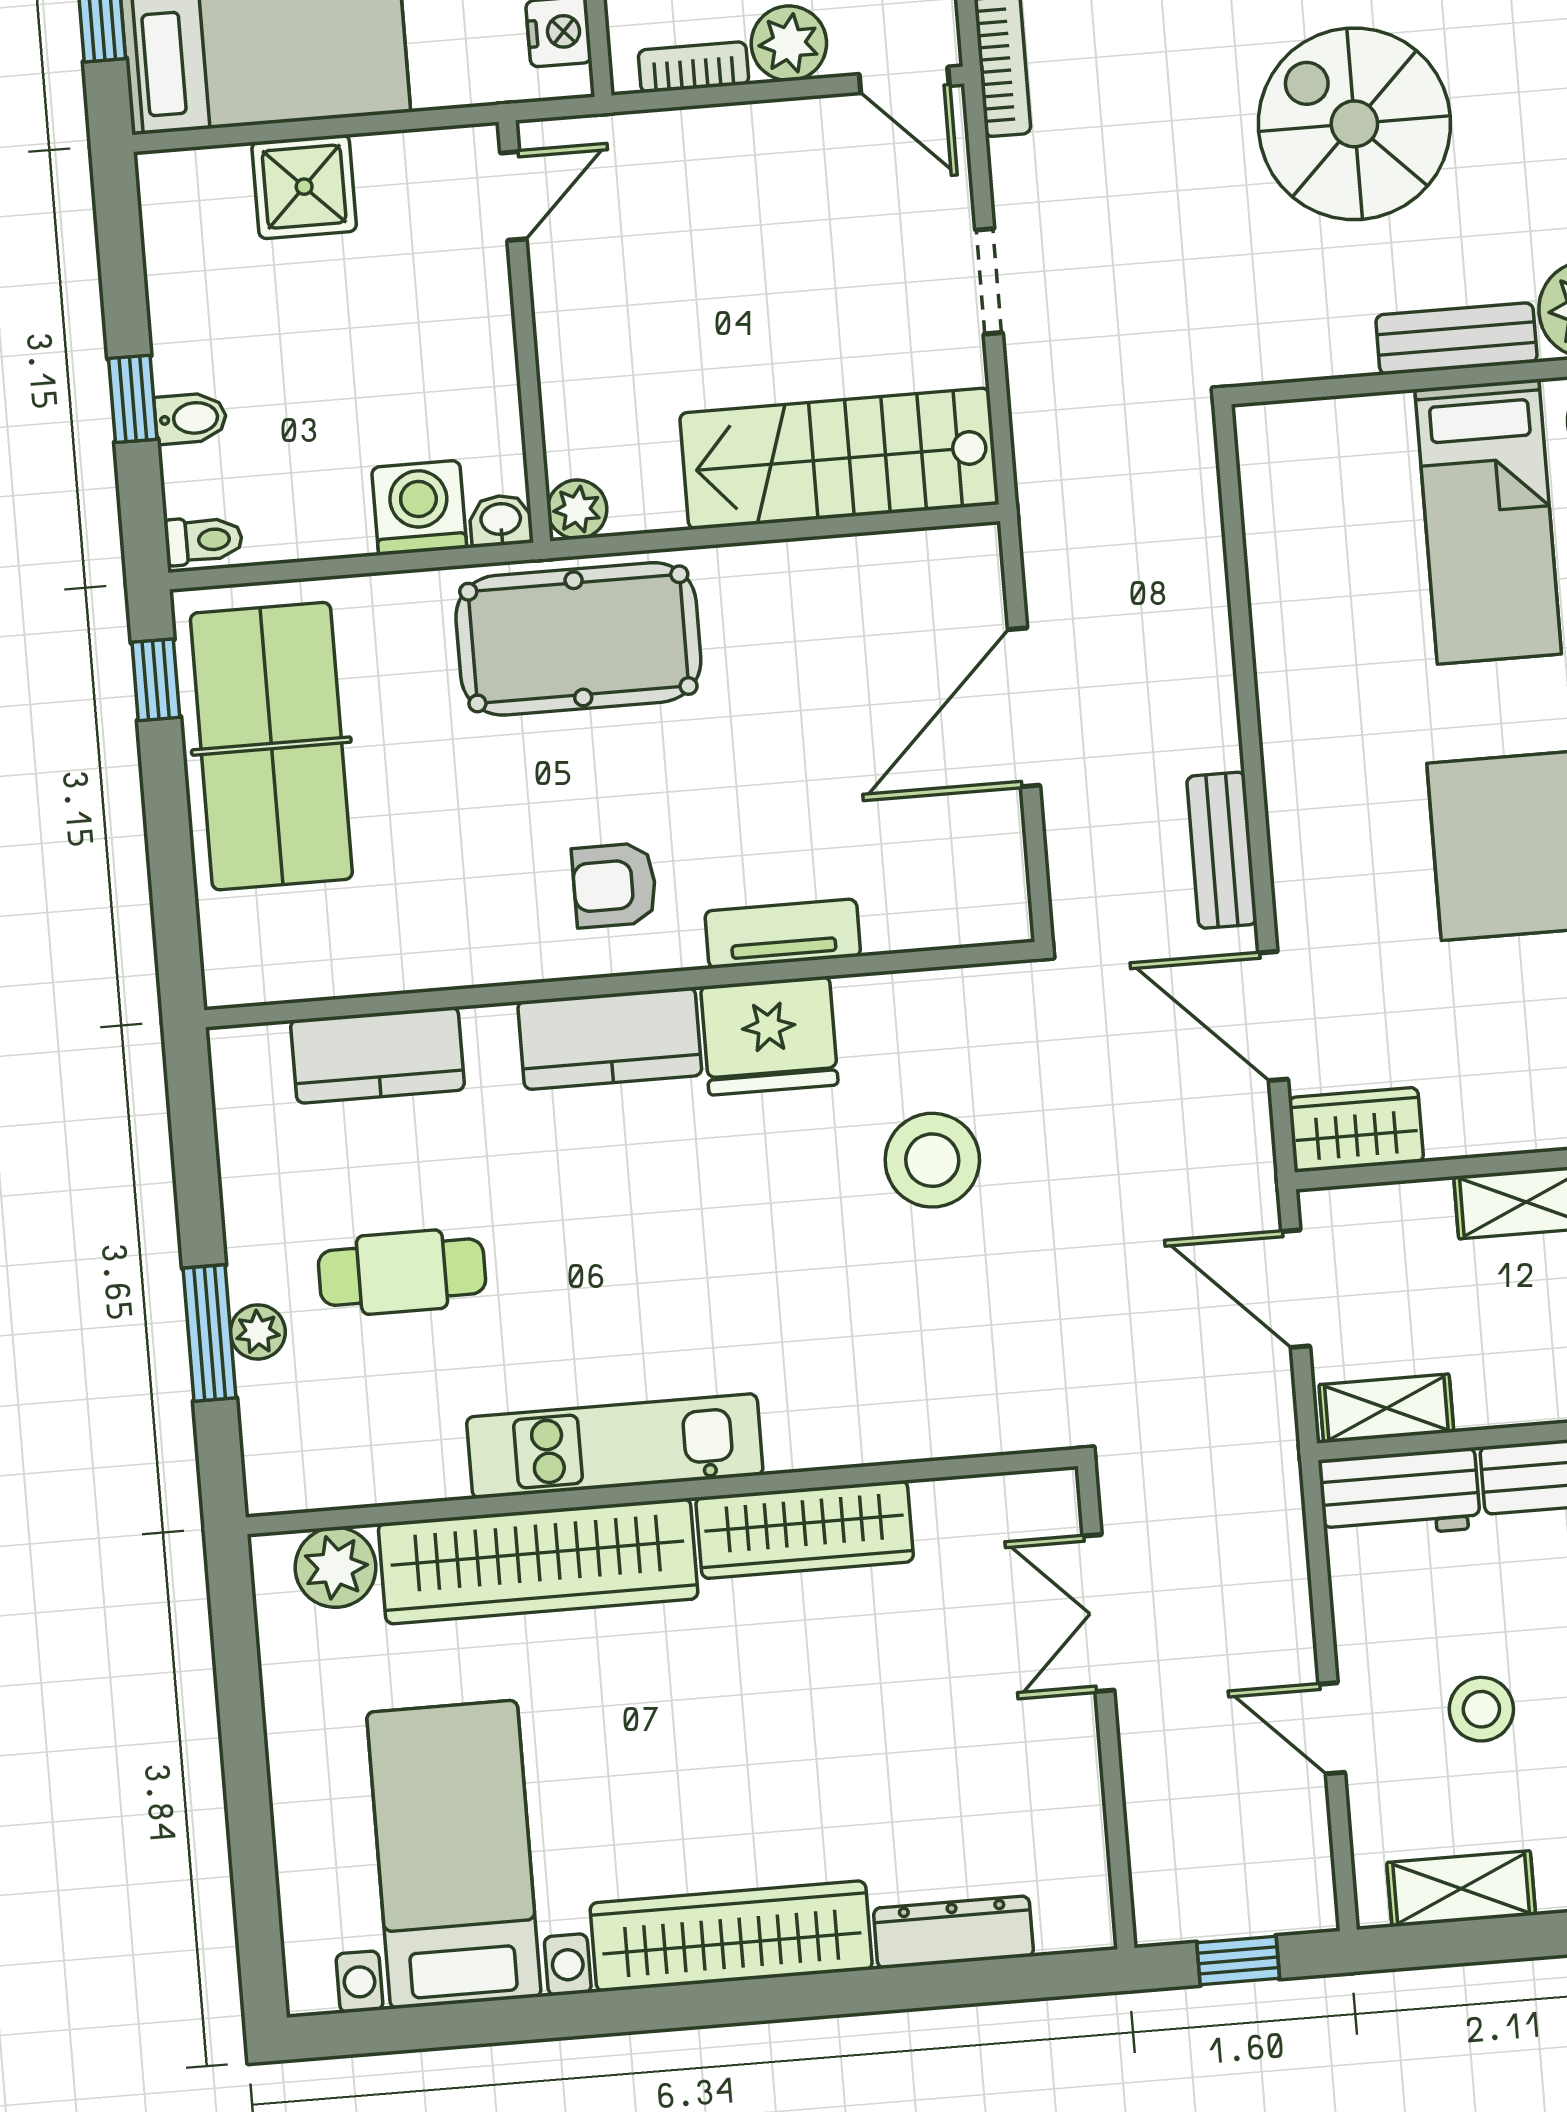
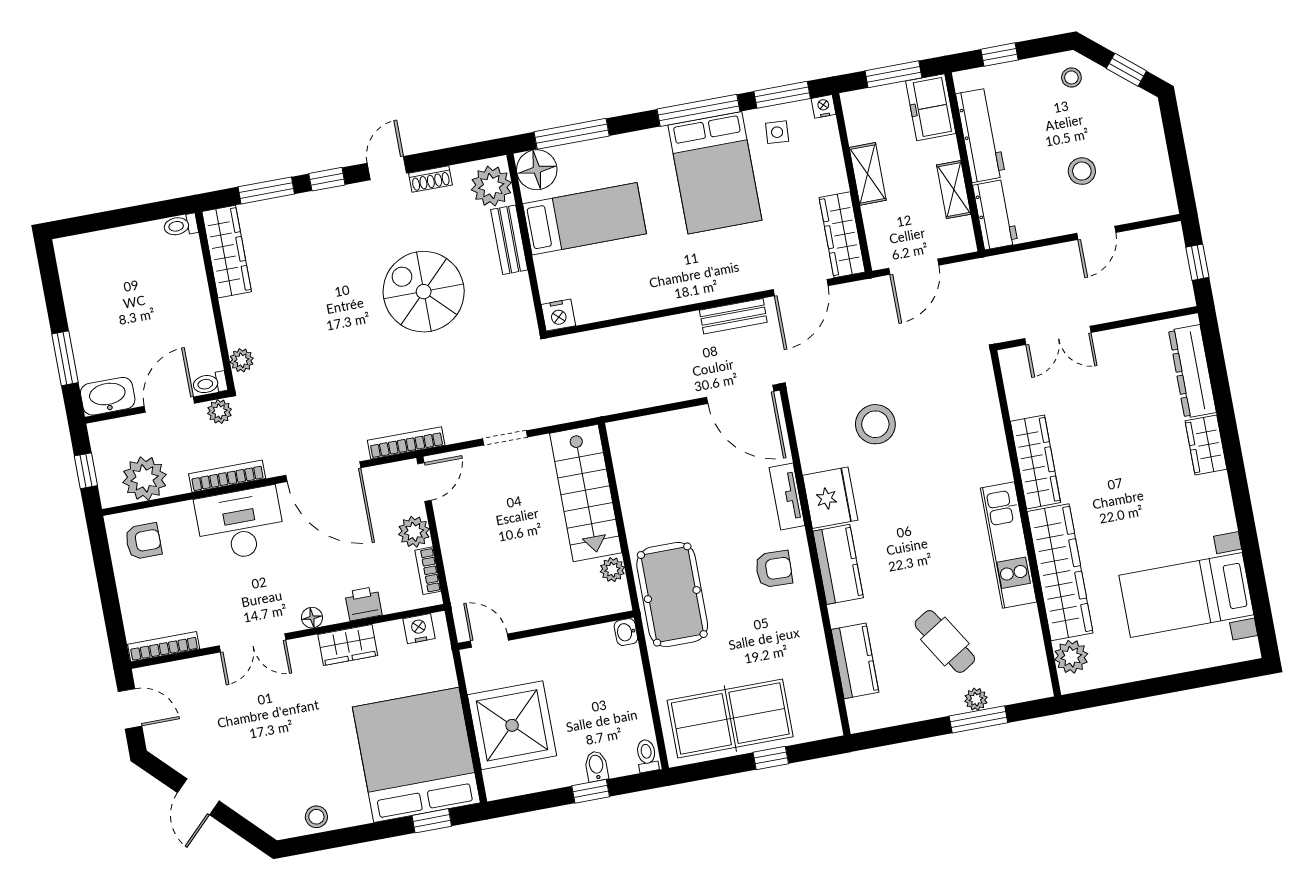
spiral stairs: (1354, 124) -> (424, 292), turned 90
shower: (304, 187) -> (512, 725), width x1.86, depth x1.86
nightstand: (1267, 437) -> (558, 315), added
washing machine: (419, 508) -> (624, 667), removed
plant: (577, 509) -> (612, 570), moved
window: (156, 680) -> (771, 758), moved
door: (1024, 707) -> (740, 394), moved
armchair: (614, 885) -> (774, 569), turned -88
wardrobe: (1356, 1130) -> (842, 235), width x1.50
cafe table: (402, 1272) -> (945, 641), turned -32
shelving: (1386, 1408) -> (954, 190), moved
shelving: (1461, 1889) -> (1158, 172), removed
dresser: (953, 1932) -> (1192, 371), width x1.37, depth x1.24
wardrobe: (731, 1936) -> (1206, 445), width x0.48, depth x0.85

